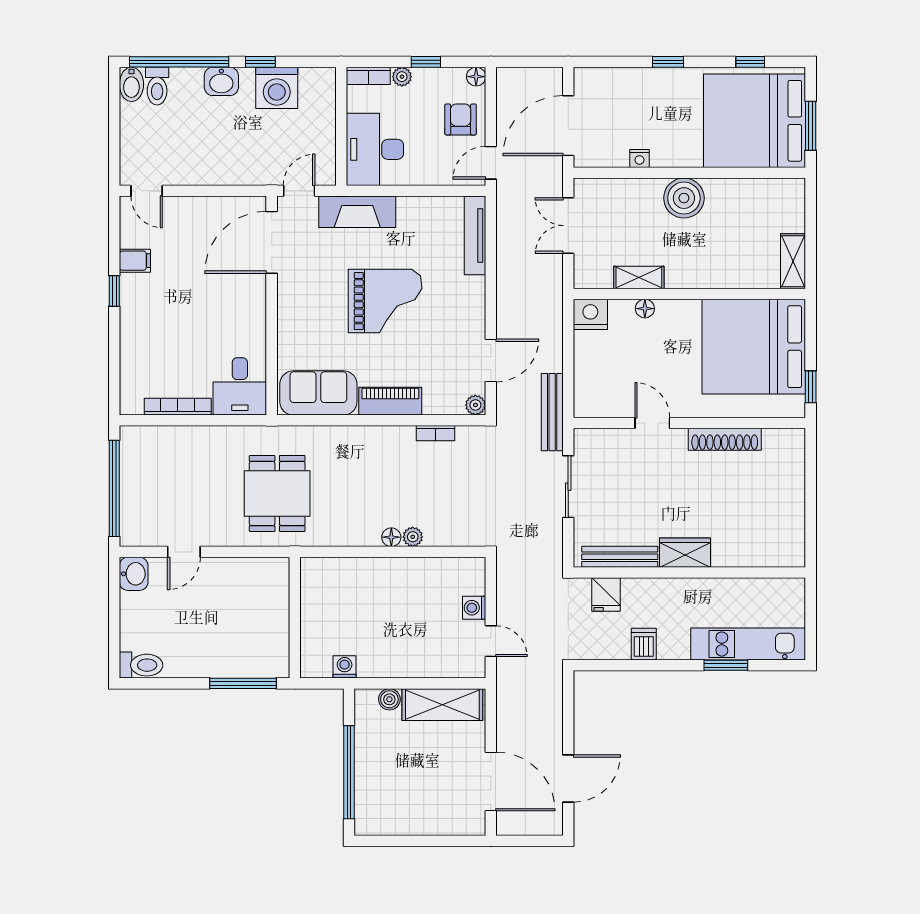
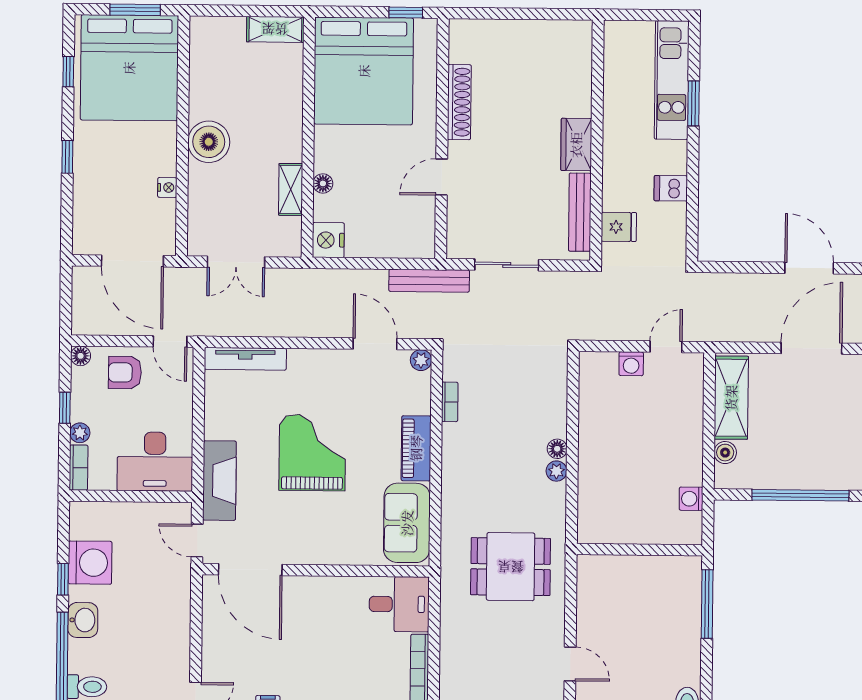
plant: (413, 537) -> (556, 471), moved

